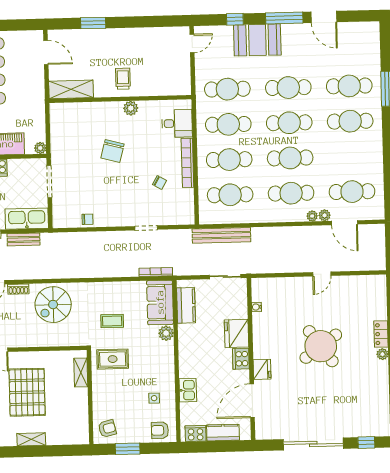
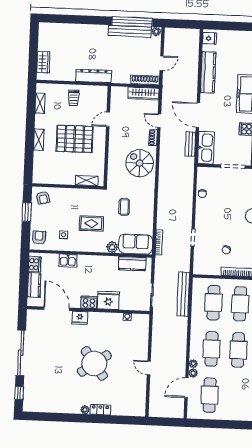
rug: (113, 359) -> (91, 223), moved, turned 90

